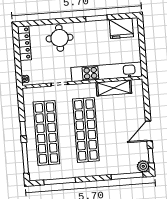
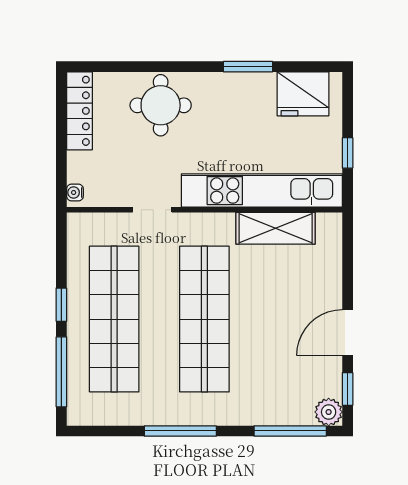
window: (143, 53) -> (348, 153), added
window: (60, 181) -> (180, 431), moved

